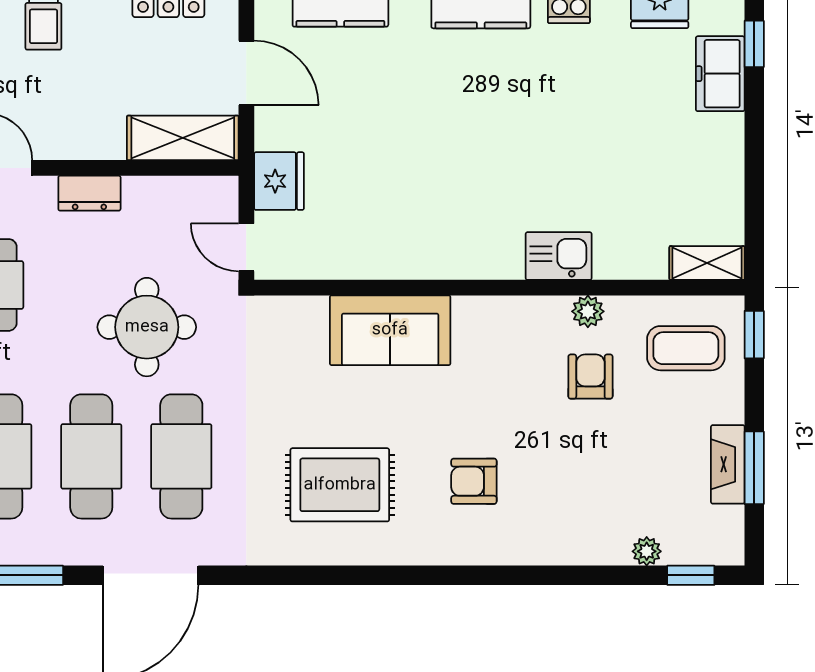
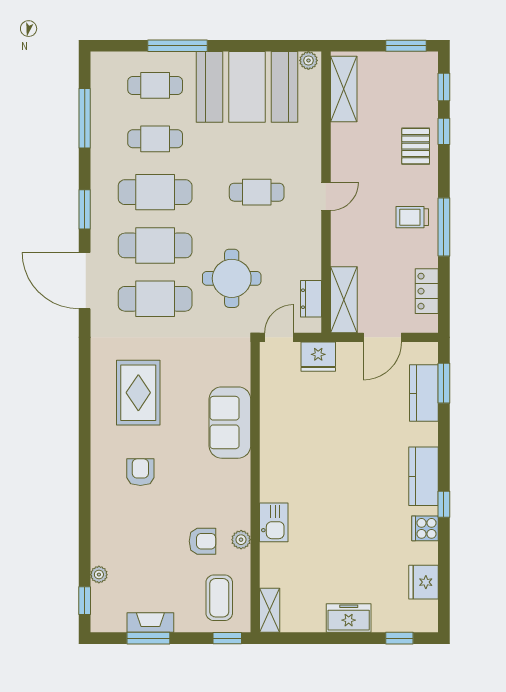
freezer: (720, 74) -> (349, 618), moved
dresser: (89, 193) -> (311, 299), moved

